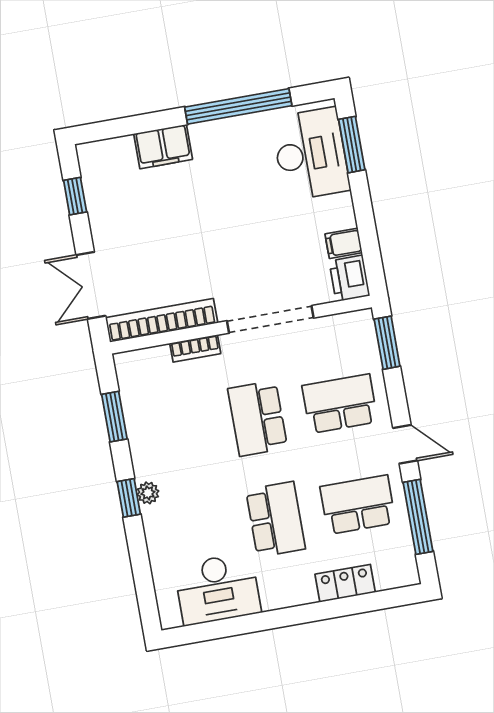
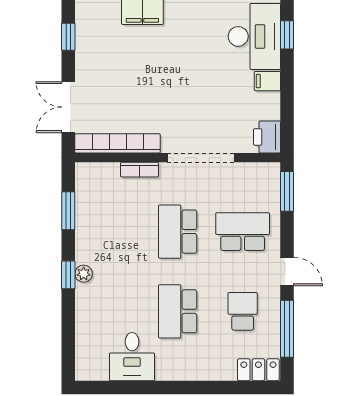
window: (352, 145) -> (287, 35), width x0.67
filing cabinet: (344, 243) -> (267, 81), moved
school desk: (358, 505) -> (243, 311), width x0.54
school desk: (276, 519) -> (178, 311), turned 180
locker: (345, 583) -> (258, 370), moved
desk: (217, 589) -> (132, 357), width x0.73

